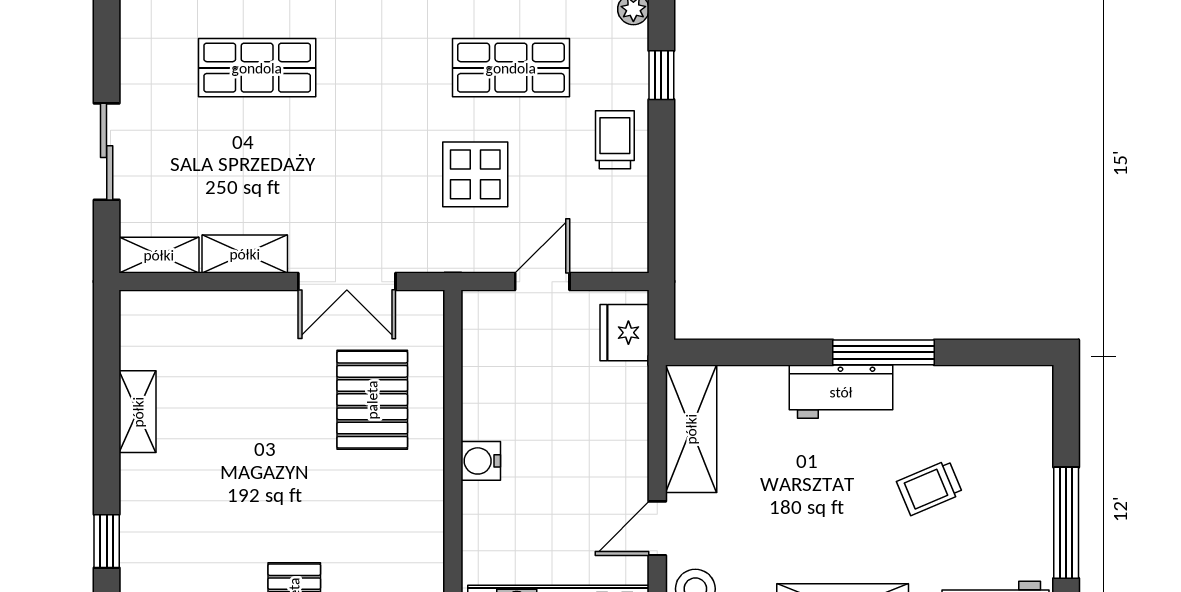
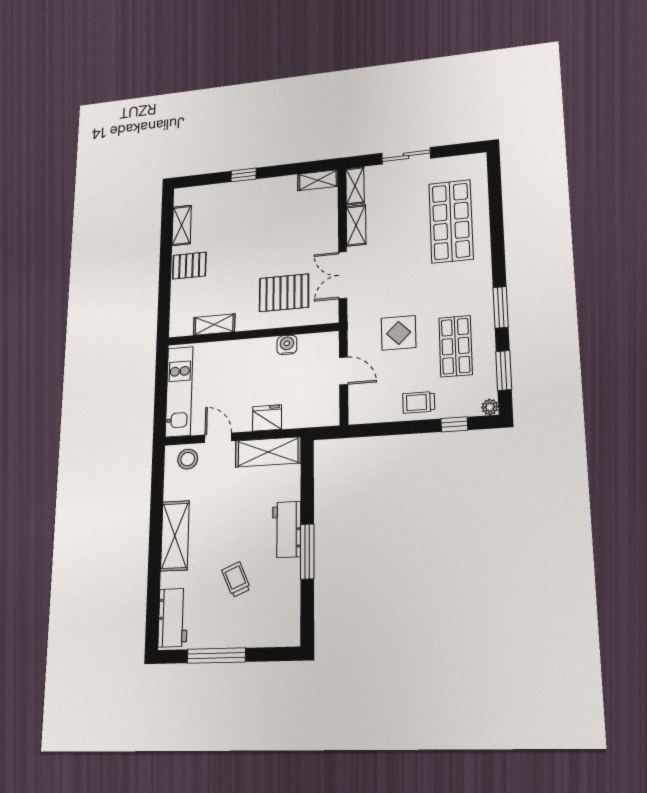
shop shelf: (257, 68) -> (451, 221), width x1.43, depth x1.36
trolley: (615, 140) -> (419, 402), turned 180
fridge: (625, 333) -> (267, 418), moved
shelving: (138, 412) -> (318, 180), moved
water cooler: (481, 461) -> (287, 345), moved
window: (107, 541) -> (244, 175), moved
shelving: (426, 542) -> (214, 325), added

